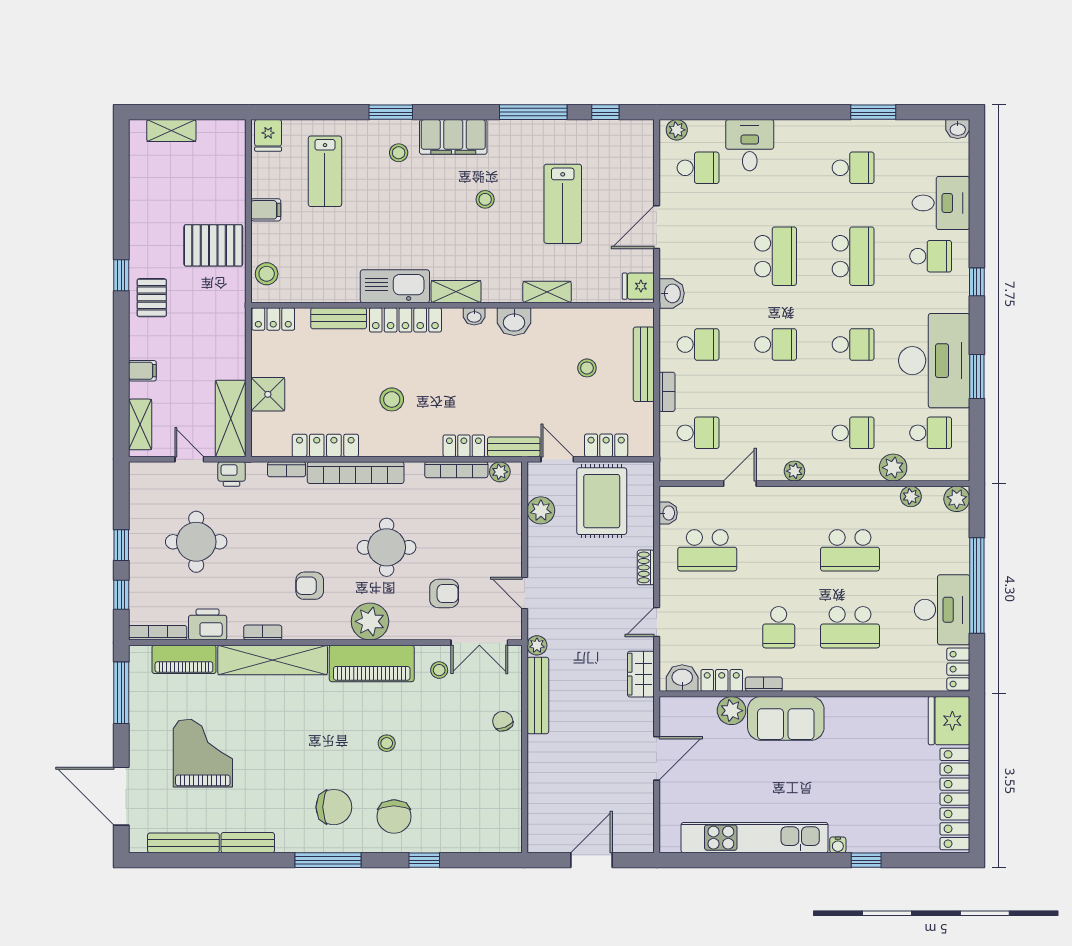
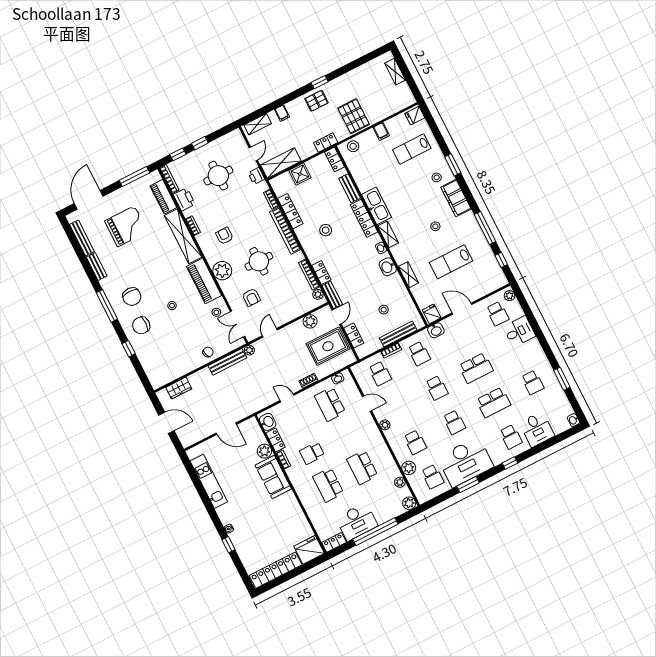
locker: (235, 320) -> (326, 143), added
wardrobe: (641, 674) -> (179, 388), moved, turned 180
kitchen unit: (755, 838) -> (209, 481), width x0.73

